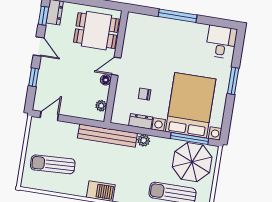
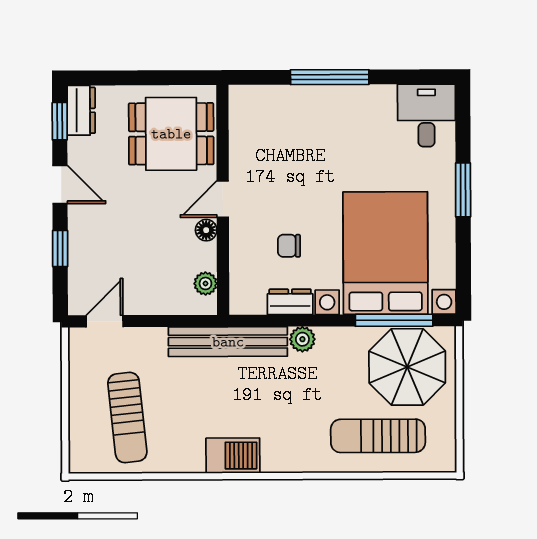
sun lounger: (53, 164) -> (127, 418), turned -93

